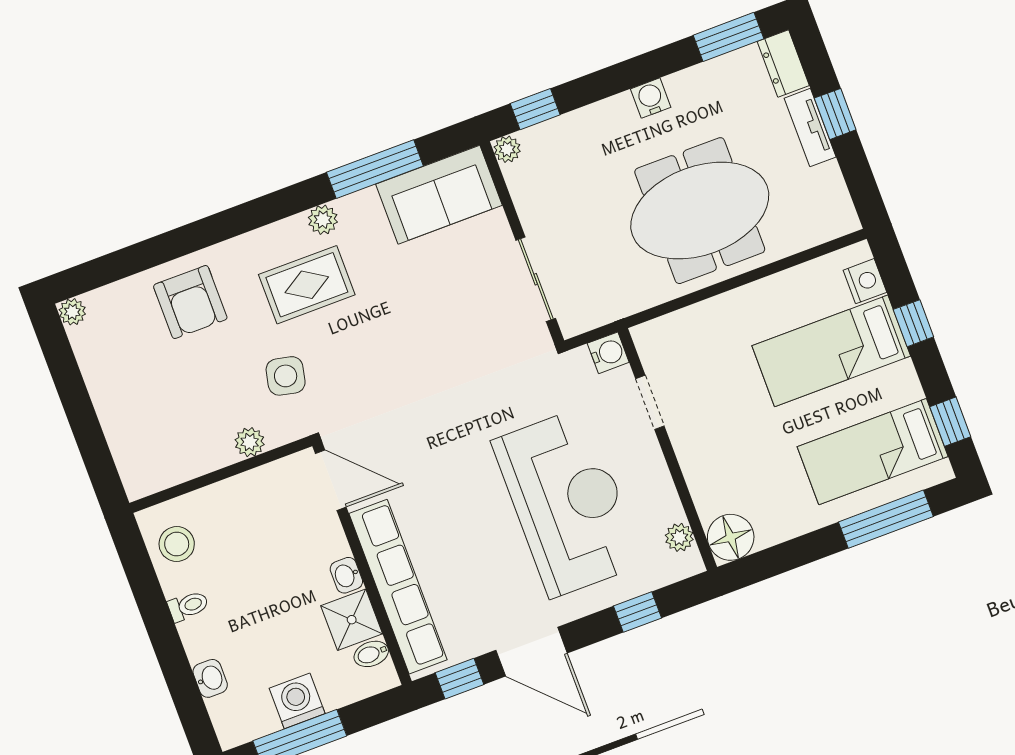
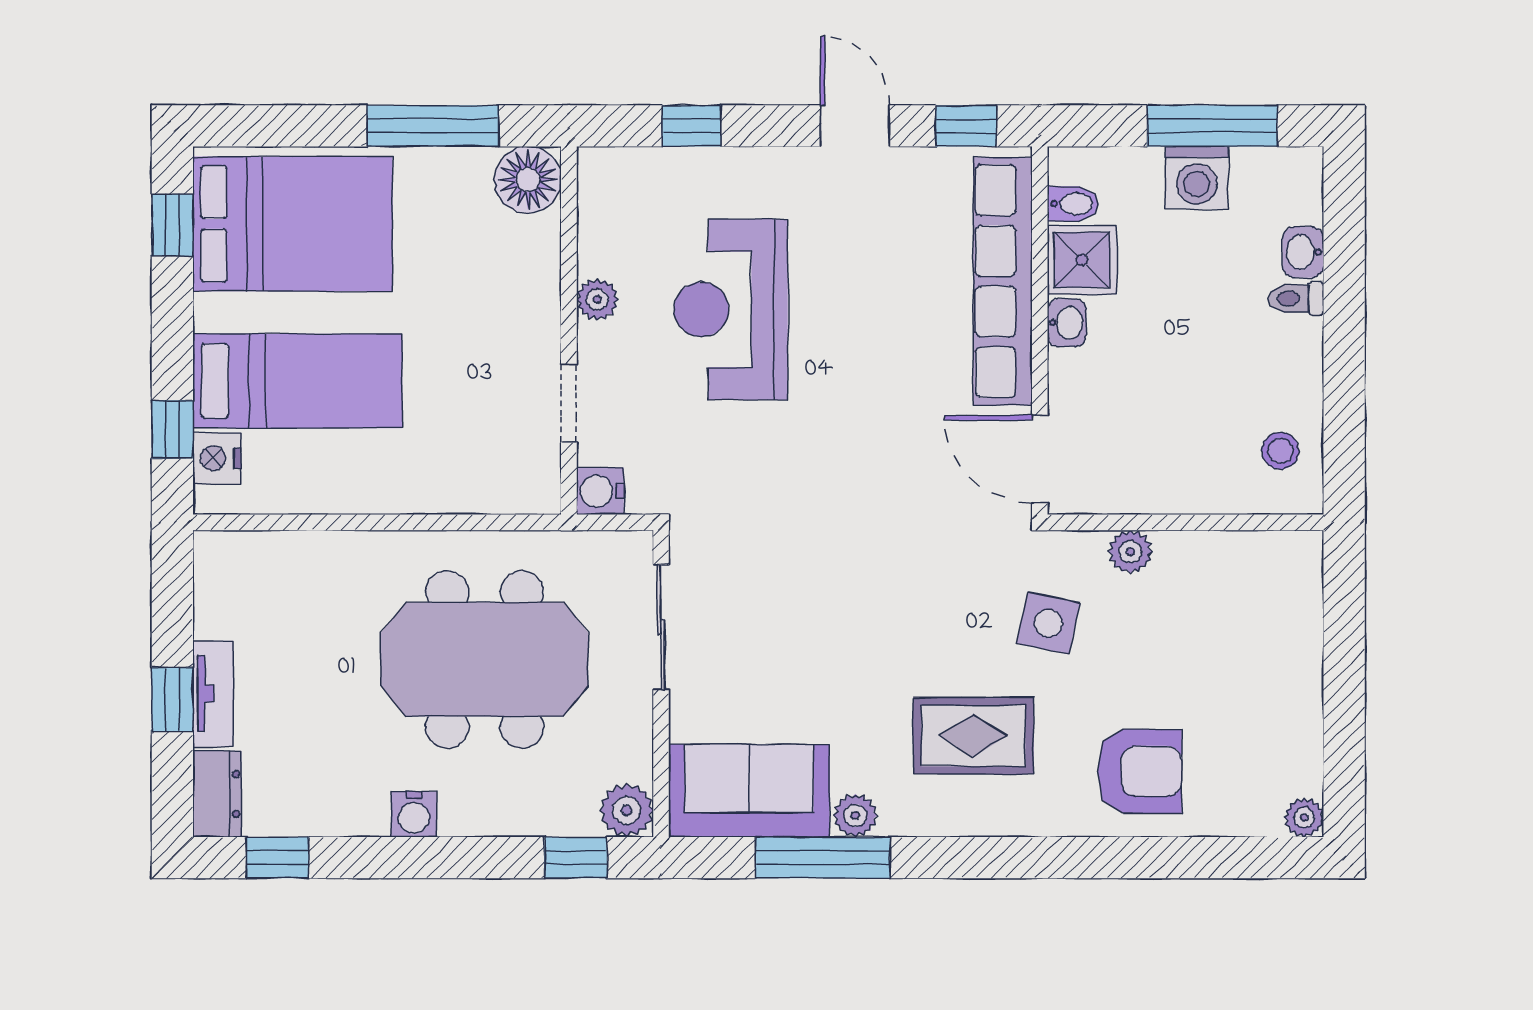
window: (729, 37) -> (278, 858), width x0.67
plant: (507, 149) -> (627, 810), width x1.38, depth x1.38
meeting table: (700, 211) -> (484, 659), moved
plant: (323, 220) -> (855, 815), moved
armchair: (190, 302) -> (1140, 771), turned 90
window: (913, 323) -> (172, 429), moved
bed: (873, 452) -> (293, 224), width x1.50
reception desk: (568, 502) -> (731, 309), width x0.74, depth x0.77
window: (886, 519) -> (433, 126), moved
plant: (679, 537) -> (597, 300), moved
stool: (177, 544) -> (1280, 451), width x0.73, depth x0.73
toilet: (188, 606) -> (1296, 299), moved
door: (532, 652) -> (855, 126), width x0.73

